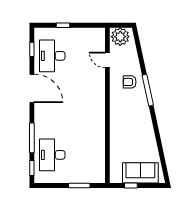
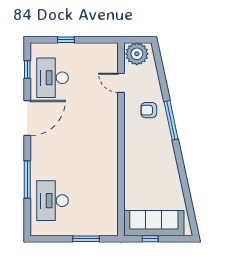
door: (32, 88) -> (27, 118), hinge flipped
window: (32, 168) -> (27, 217), removed
sofa: (140, 173) -> (154, 223), width x1.36

